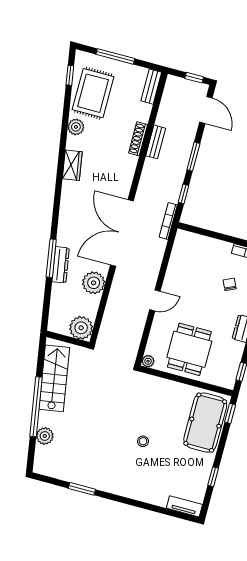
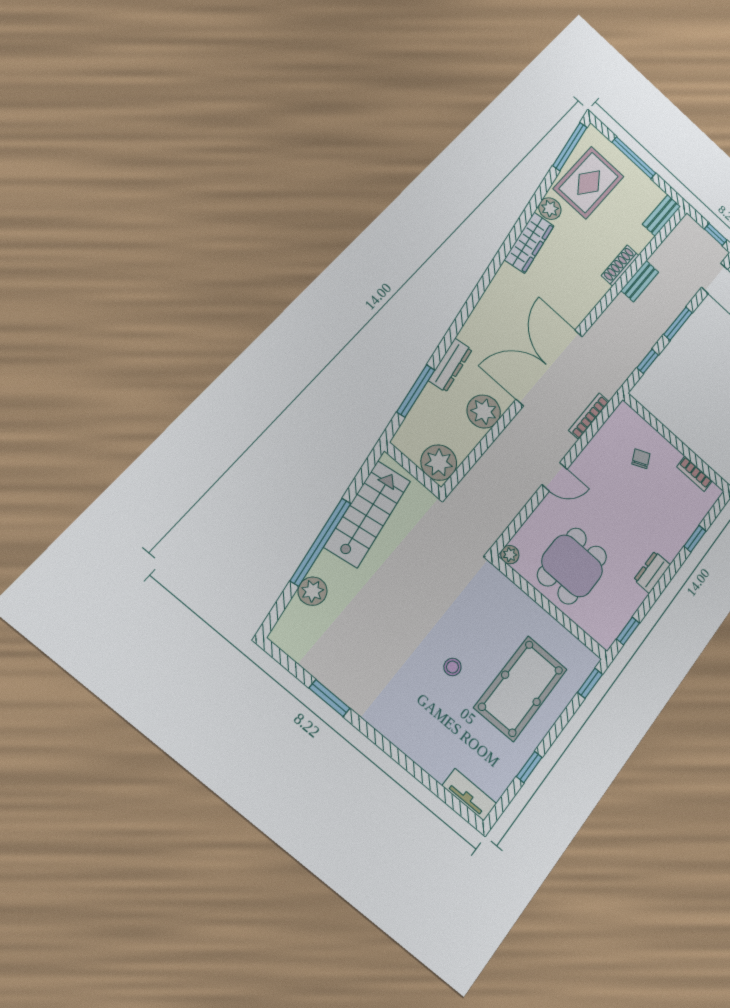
window: (70, 75) -> (570, 147), width x2.17
wardrobe: (72, 165) -> (529, 243), width x1.50
bookcase: (168, 221) -> (589, 416), moved
window: (51, 258) -> (416, 391), moved
chair: (230, 284) -> (641, 459), moved
pool table: (205, 423) -> (521, 688), moved

